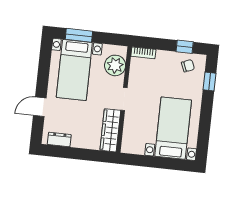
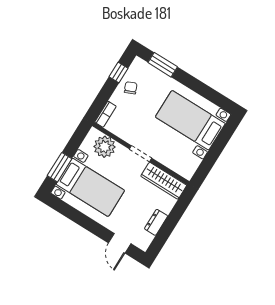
chair: (188, 66) -> (131, 88), moved
window: (209, 81) -> (163, 65), width x1.50
door: (40, 107) -> (120, 243), moved
dresser: (59, 140) -> (156, 222), moved

